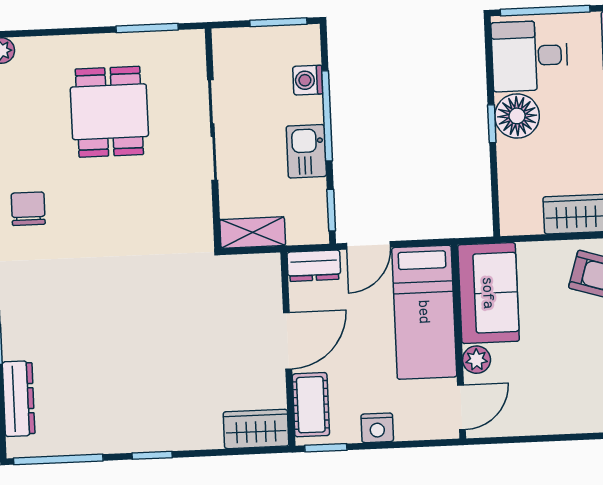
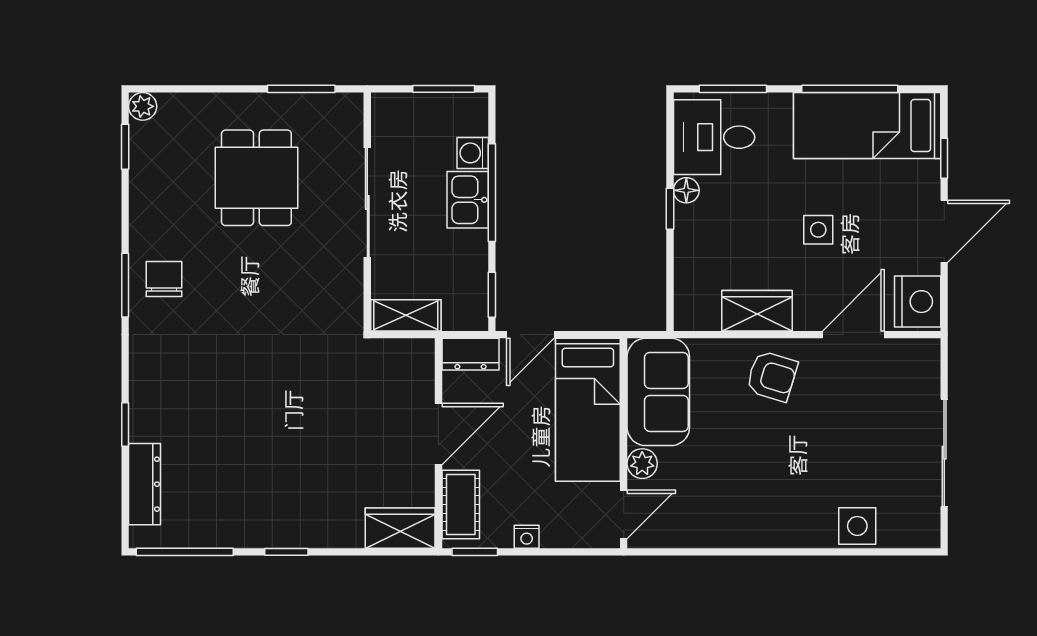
window: (545, 11) -> (733, 89), width x0.69
floor lamp: (517, 116) -> (686, 190), width x0.53, depth x0.53
kitchen sink: (306, 151) -> (468, 200), moved
nightstand: (377, 428) -> (527, 537), width x0.72, depth x0.74

